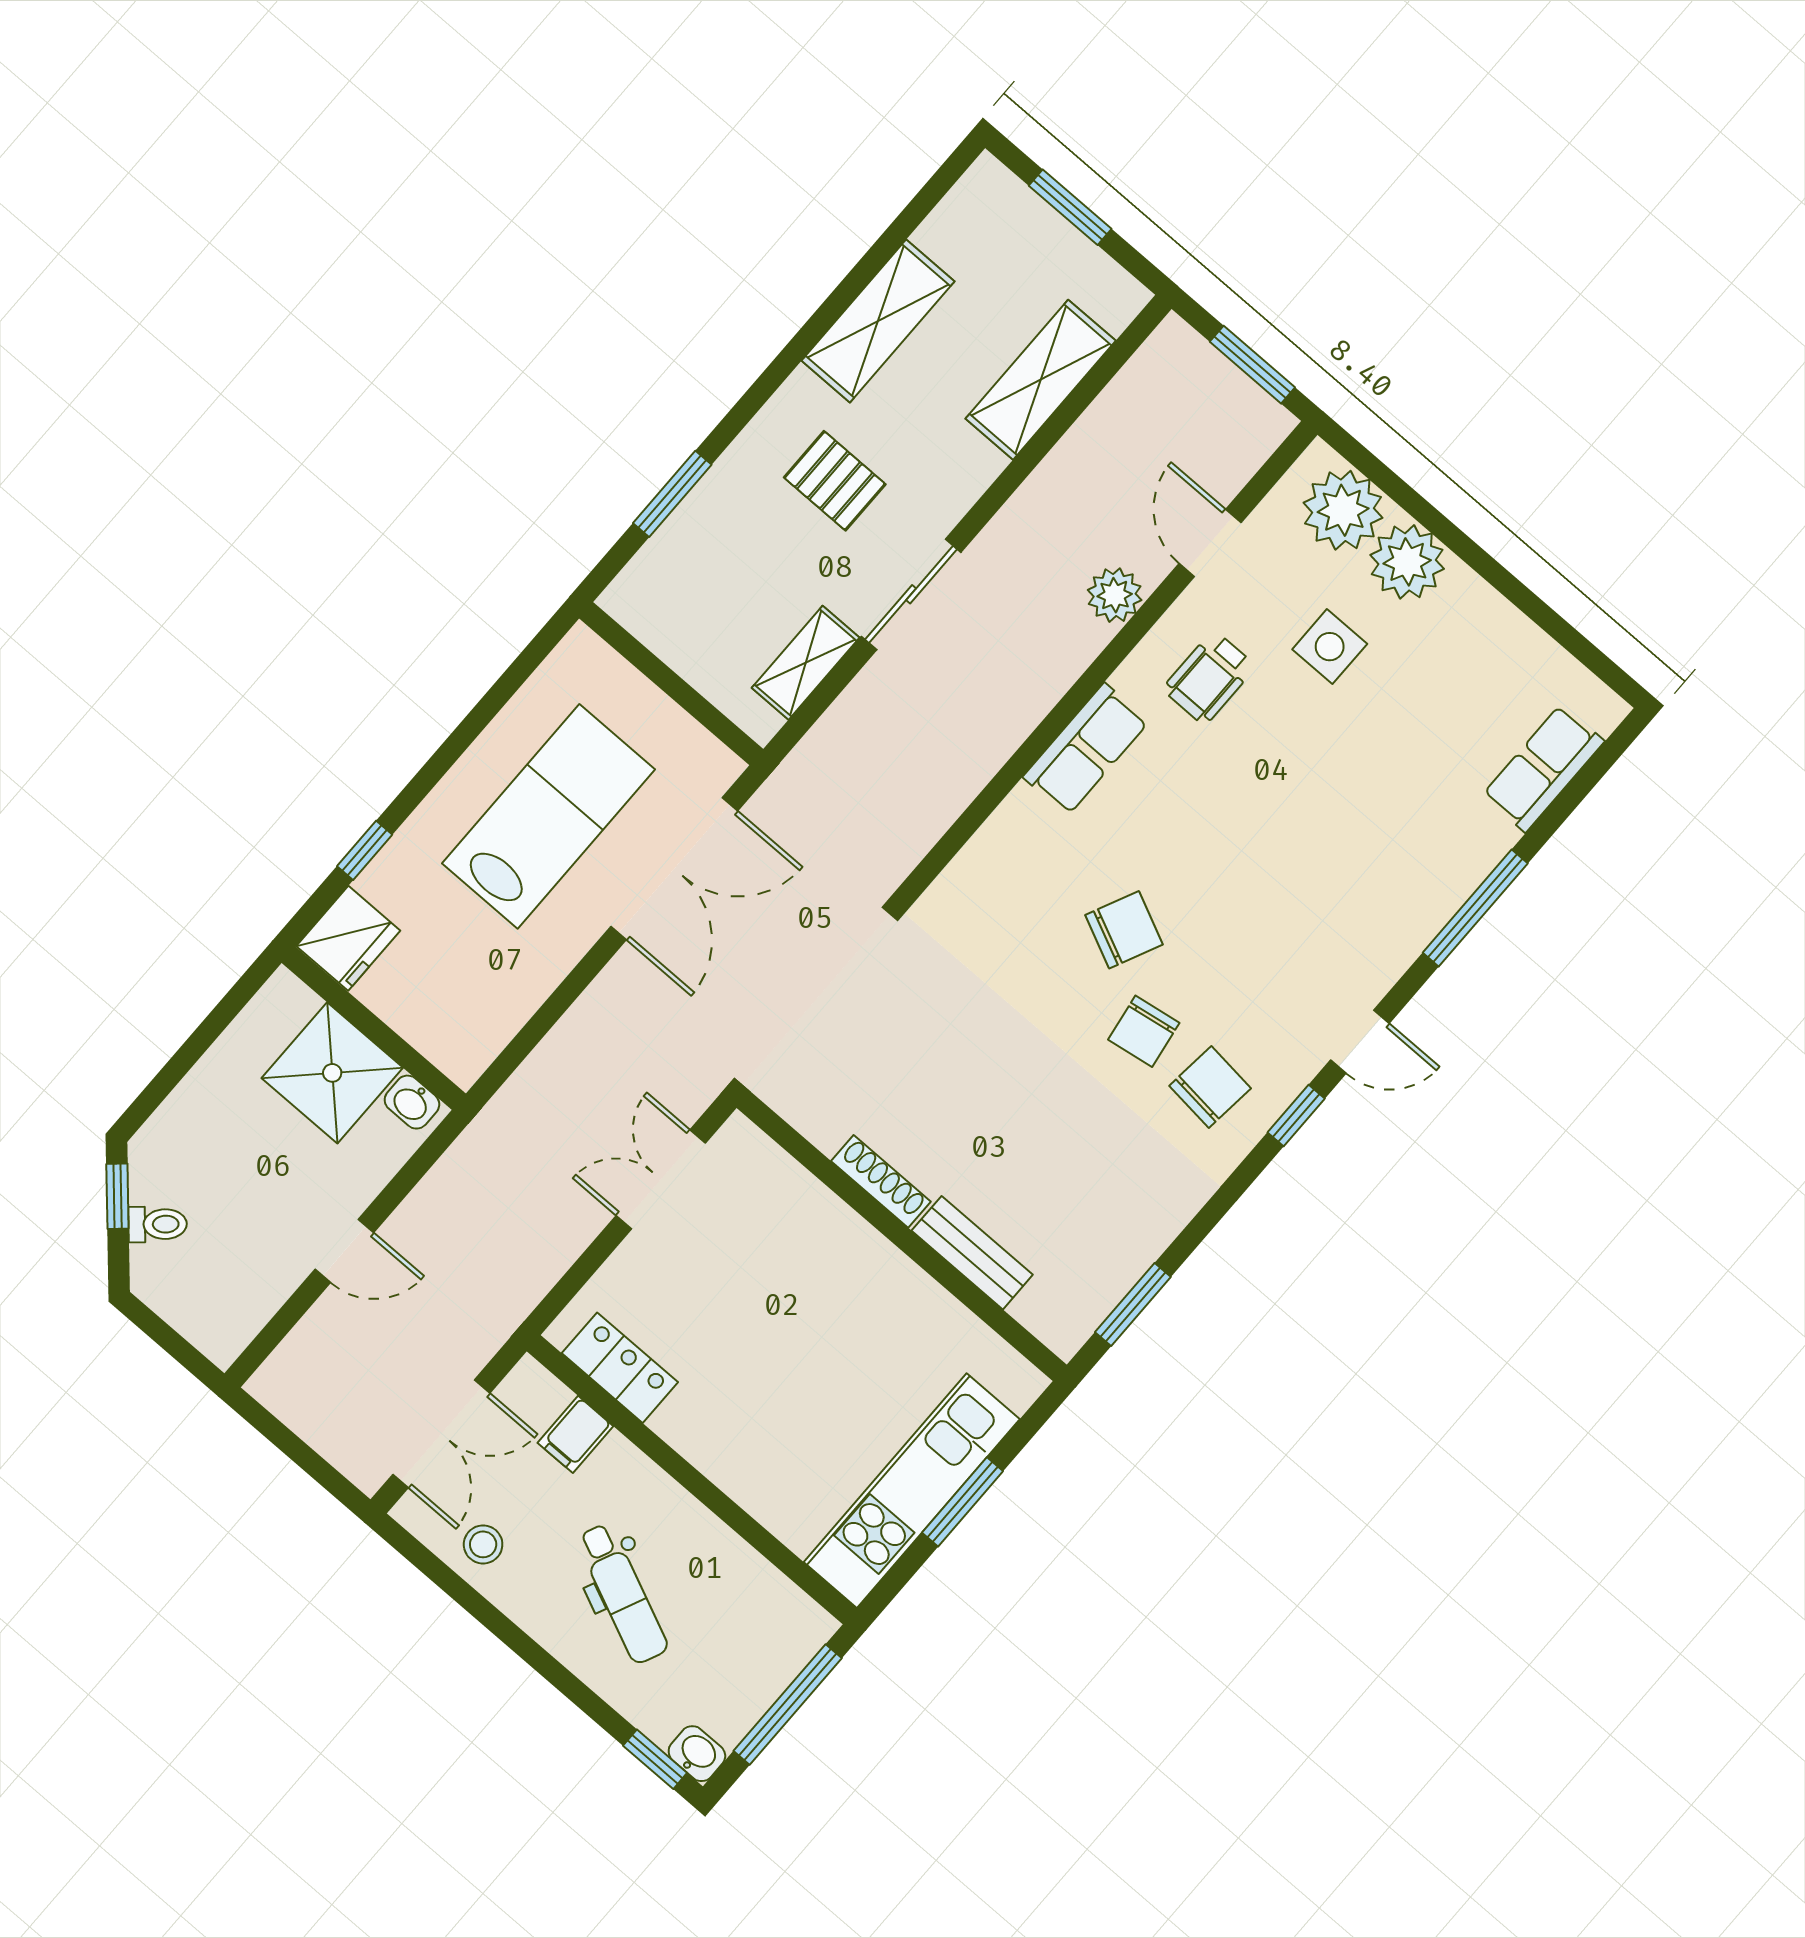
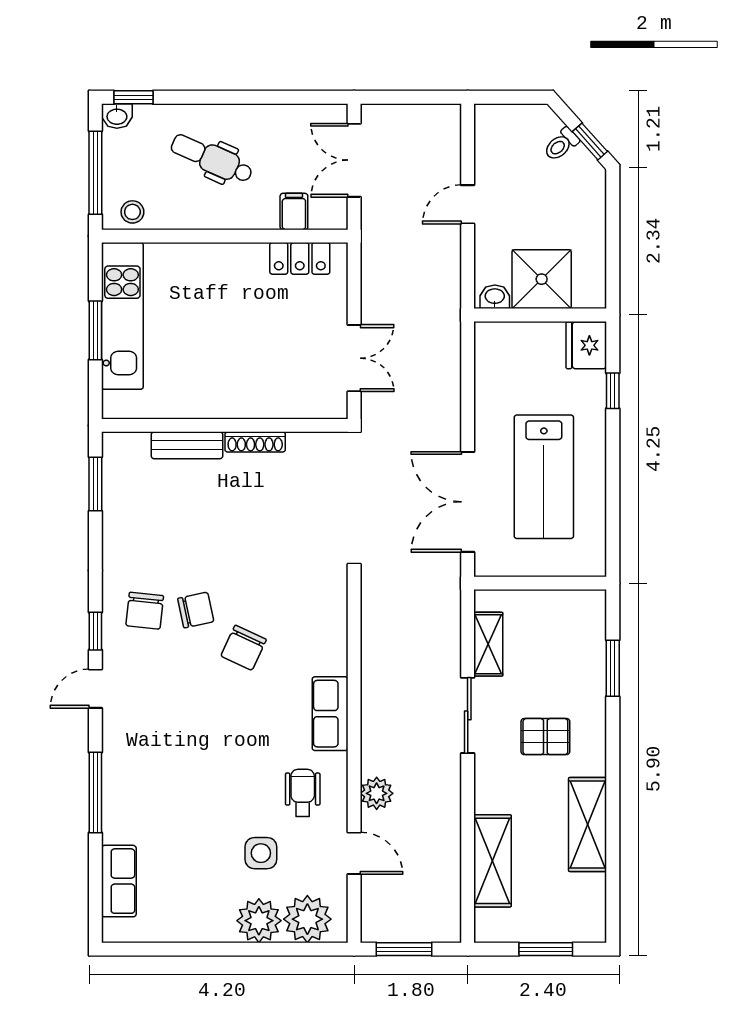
chair: (1144, 1031) -> (196, 610), turned 87
stool: (483, 1544) -> (132, 212), moved

